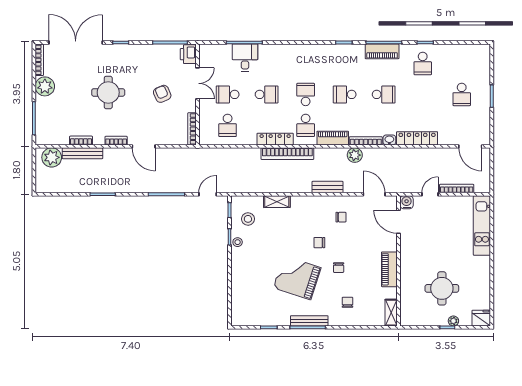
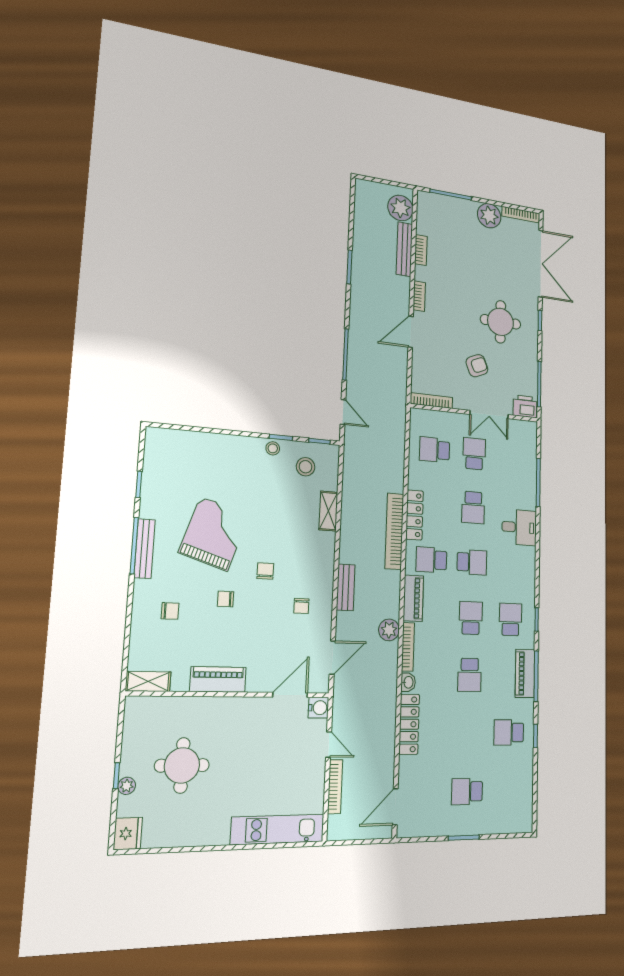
desk: (245, 58) -> (519, 527), moved
school desk: (345, 63) -> (510, 620), added
round table: (108, 92) -> (500, 322), moved

